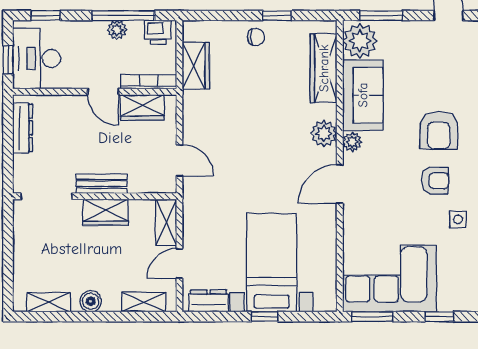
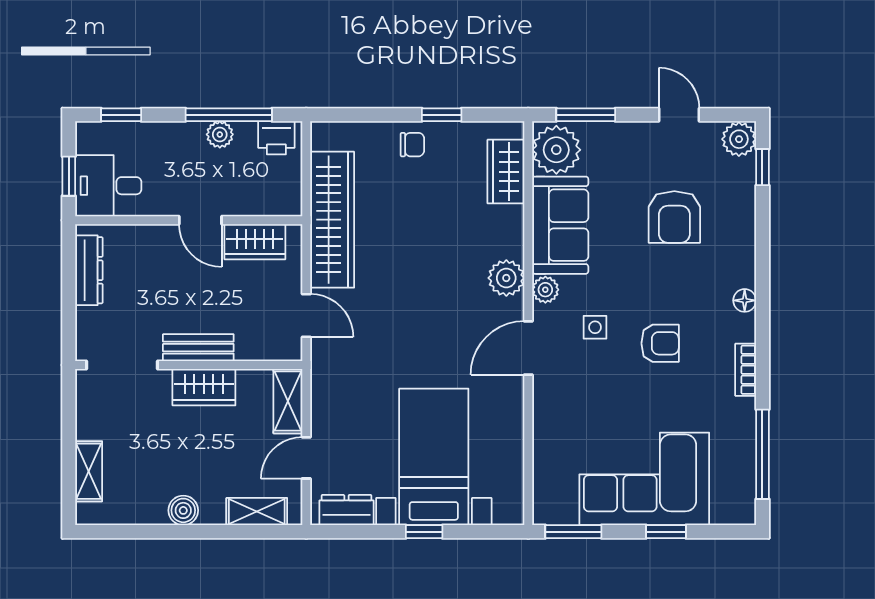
desk: (37, 59) -> (108, 186), width x0.73
wardrobe: (196, 66) -> (332, 220), width x2.10, depth x1.17
wardrobe: (324, 68) -> (506, 172), width x0.67
bookcase: (149, 82) -> (264, 206), removed
armchair: (439, 130) -> (674, 217), moved
side table: (458, 219) -> (595, 327), moved
corner sofa: (389, 279) -> (644, 479), moved
shelving: (49, 302) -> (89, 471), moved, turned 90

